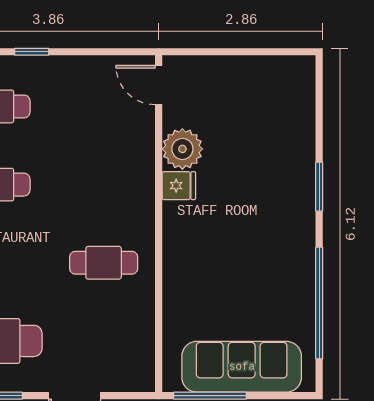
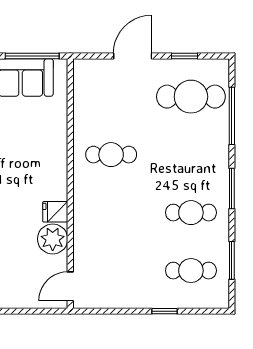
door: (159, 85) -> (70, 286), swing flipped

